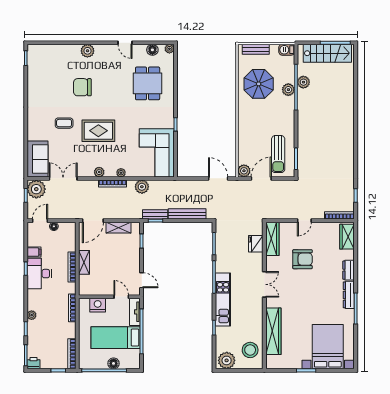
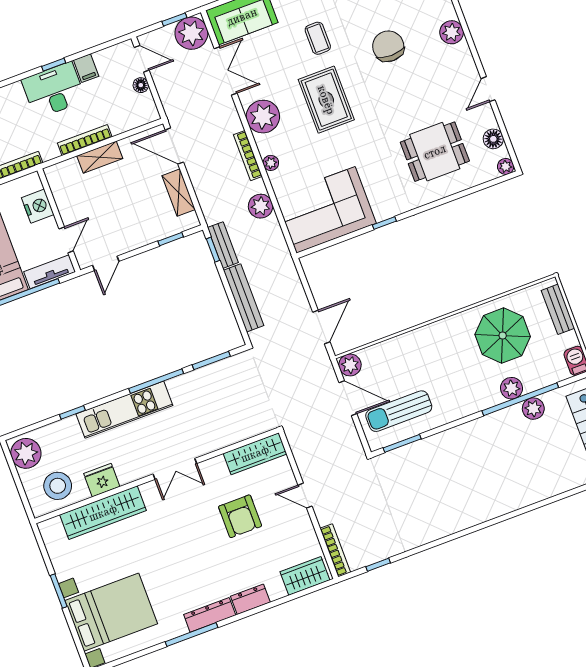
plant: (99, 172) -> (263, 117), width x1.87, depth x1.87
fridge: (256, 244) -> (102, 480), moved

